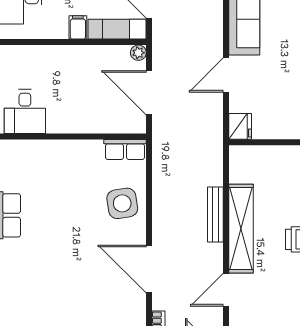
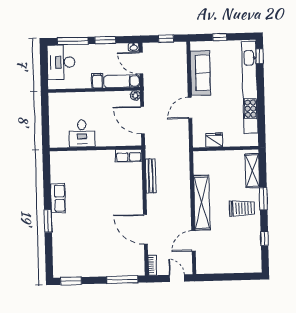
desk: (25, 112) -> (82, 133), moved
fridge: (240, 126) -> (214, 140), moved, turned -90
side table: (122, 203) -> (128, 189), removed
bench: (215, 215) -> (151, 176), moved

